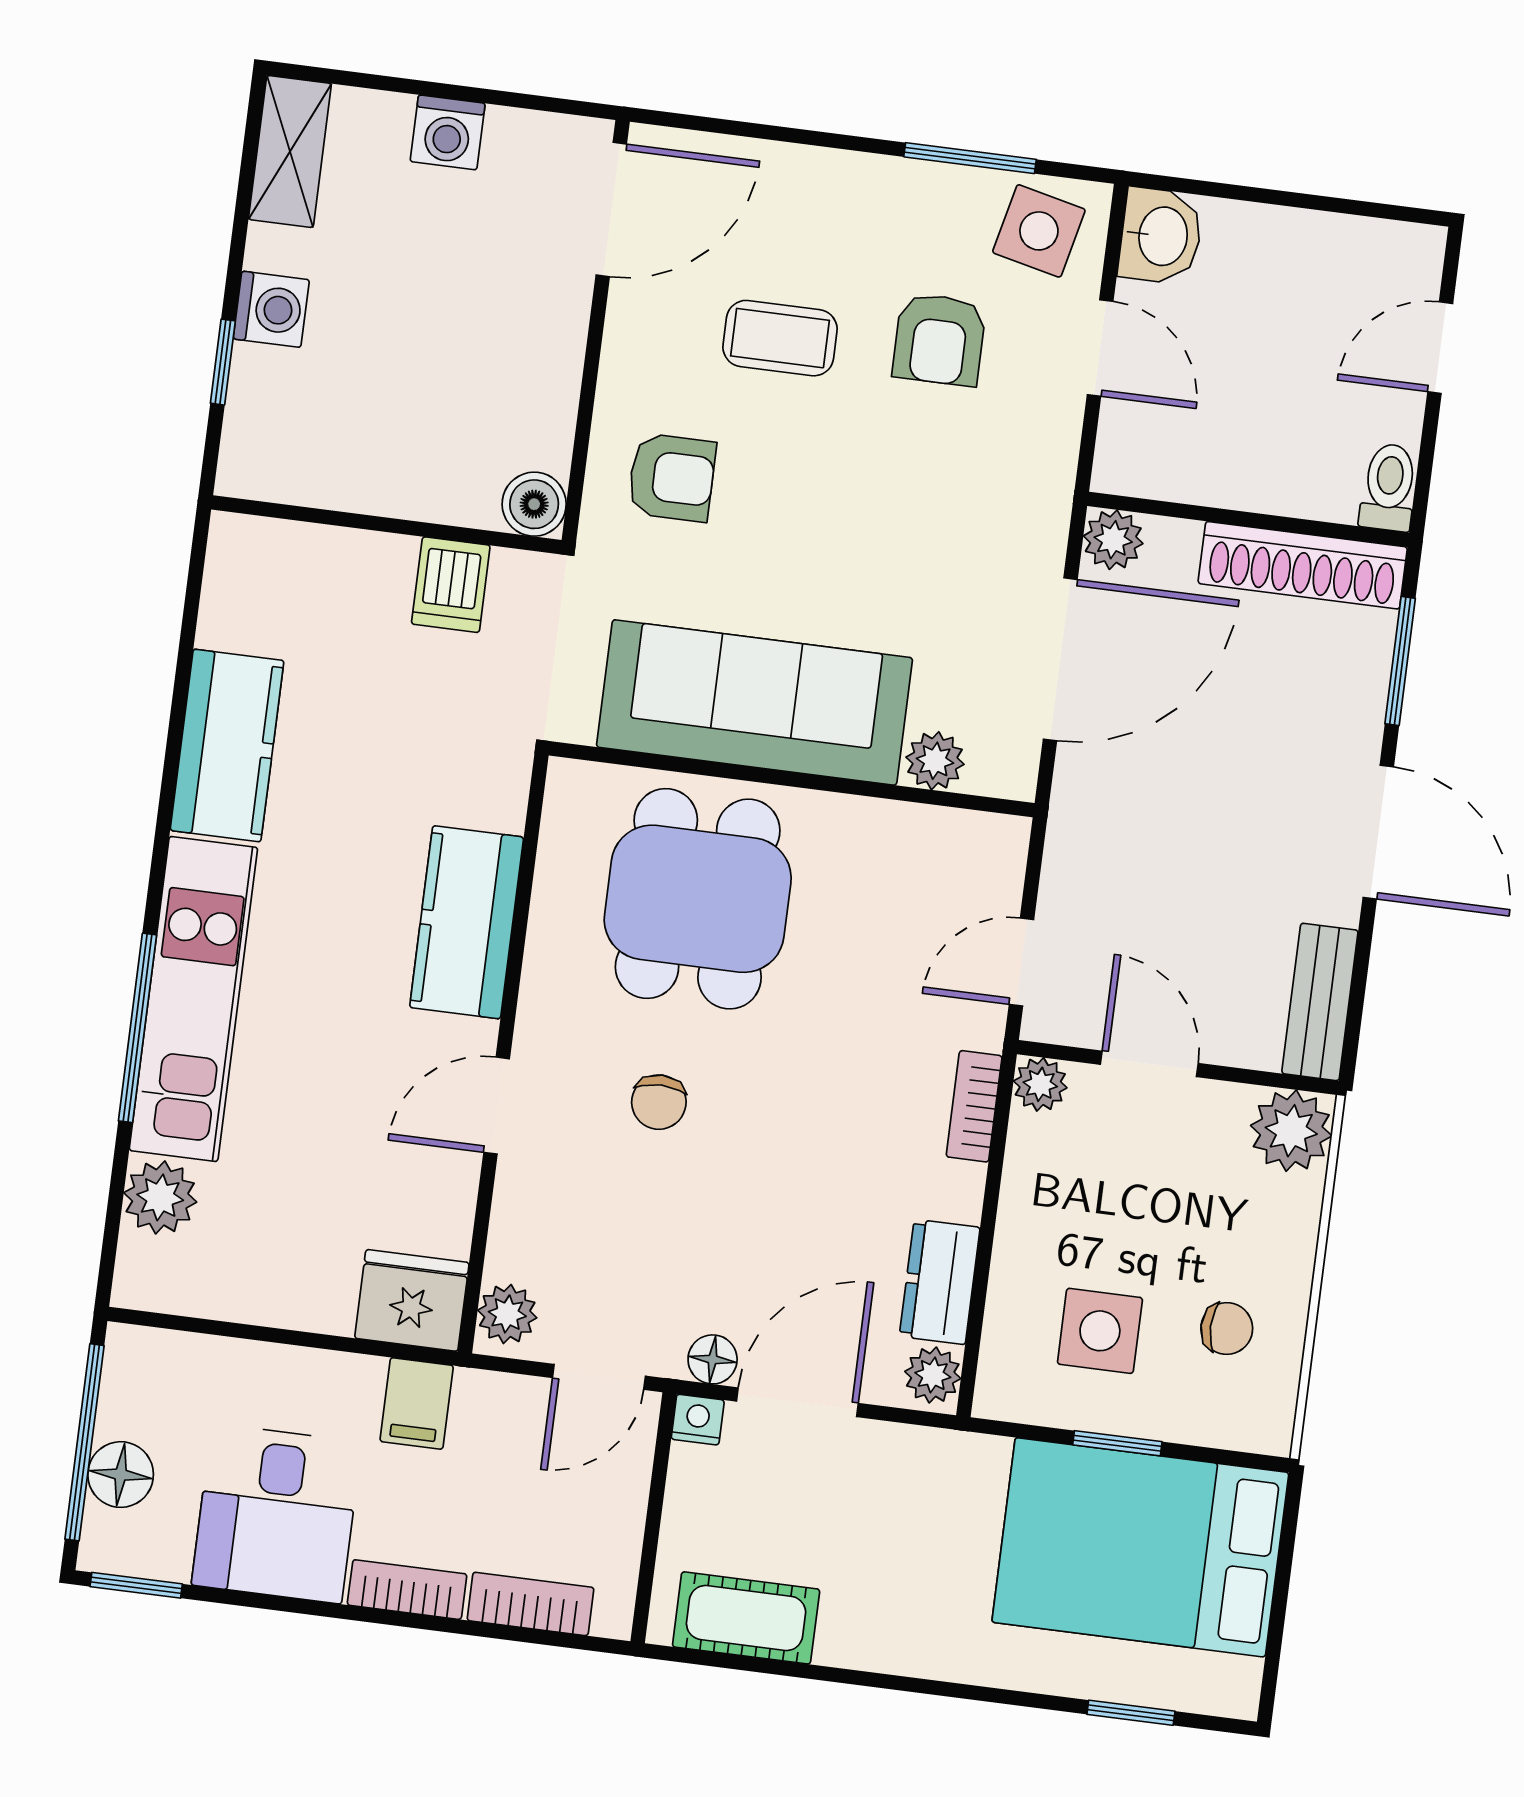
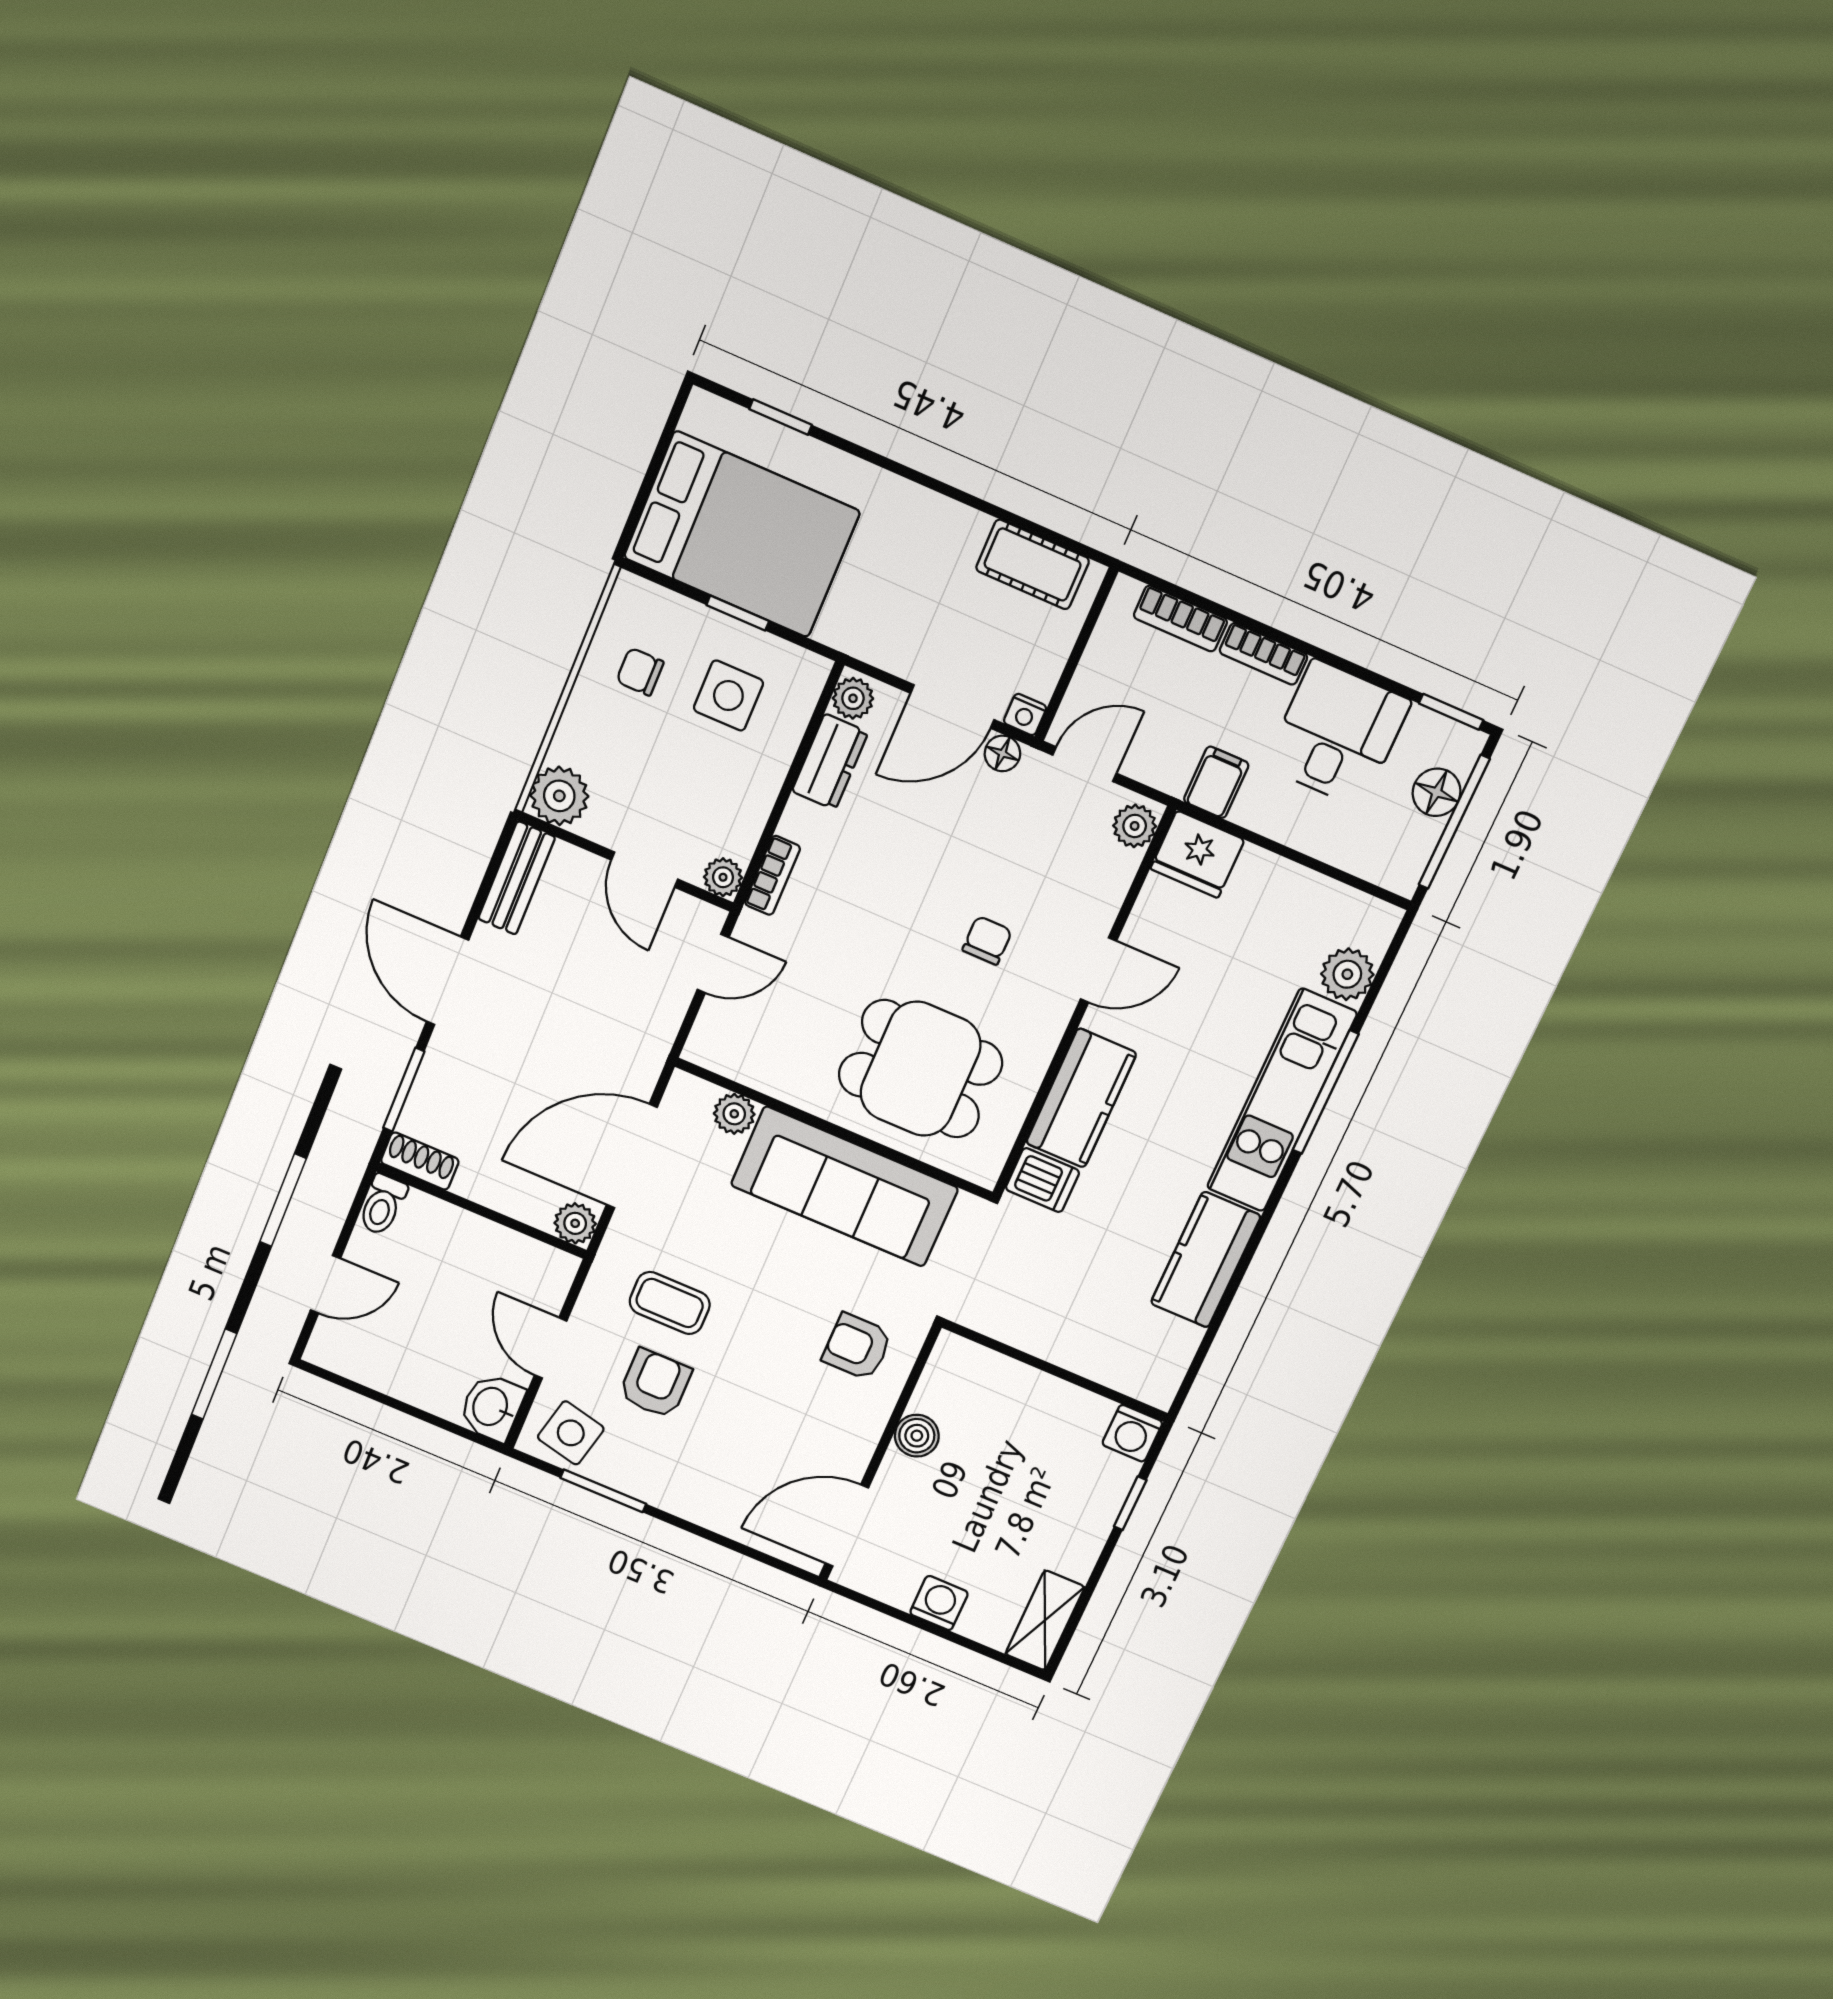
washing machine: (271, 309) -> (1132, 1433), moved, turned -90
coffee table: (780, 338) -> (670, 1303), moved
boiler: (534, 504) -> (917, 1436), moved
shoe rack: (1303, 565) -> (420, 1161), width x0.51, depth x0.81
dishwasher: (451, 585) -> (1042, 1180), moved, turned 90
dining table: (698, 899) -> (920, 1069), turned 90

